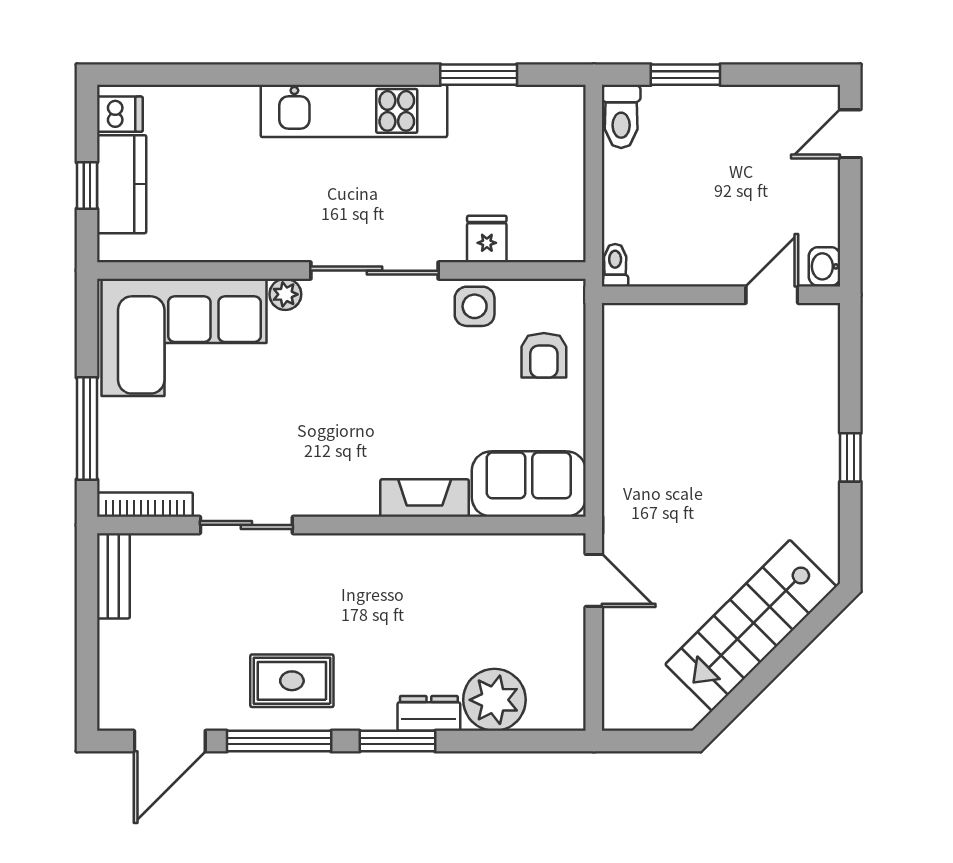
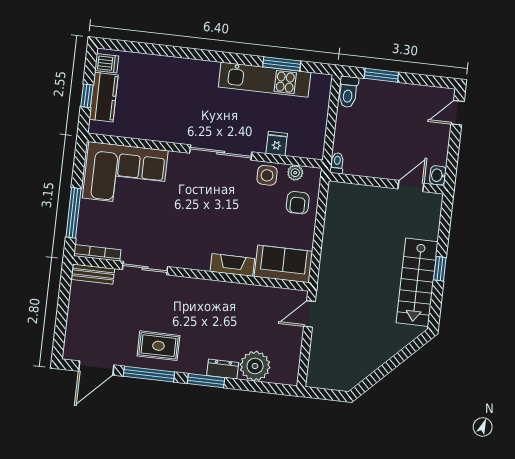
kitchen unit: (354, 111) -> (265, 80), moved
plant: (285, 294) -> (295, 173), moved
bench: (113, 576) -> (93, 274), moved, turned 90
door: (594, 580) -> (309, 314), swing flipped
stairs: (751, 625) -> (417, 282), moved, turned -45

